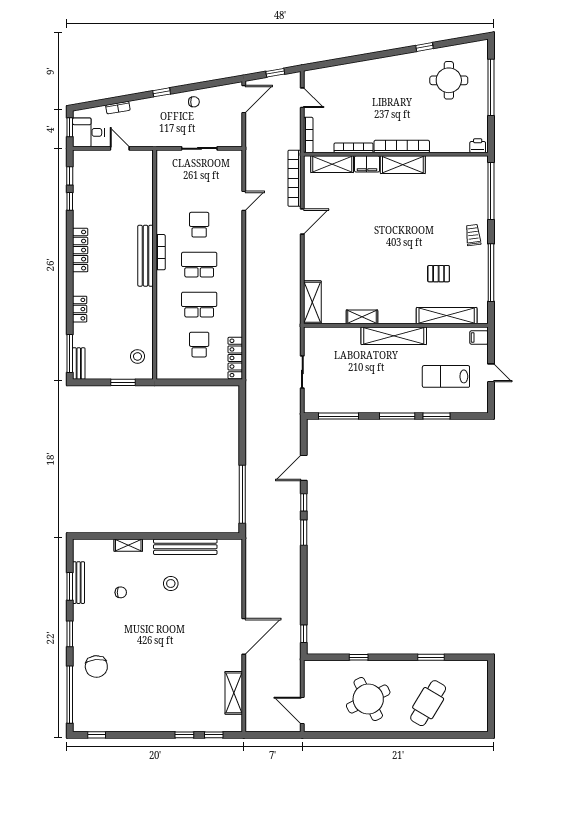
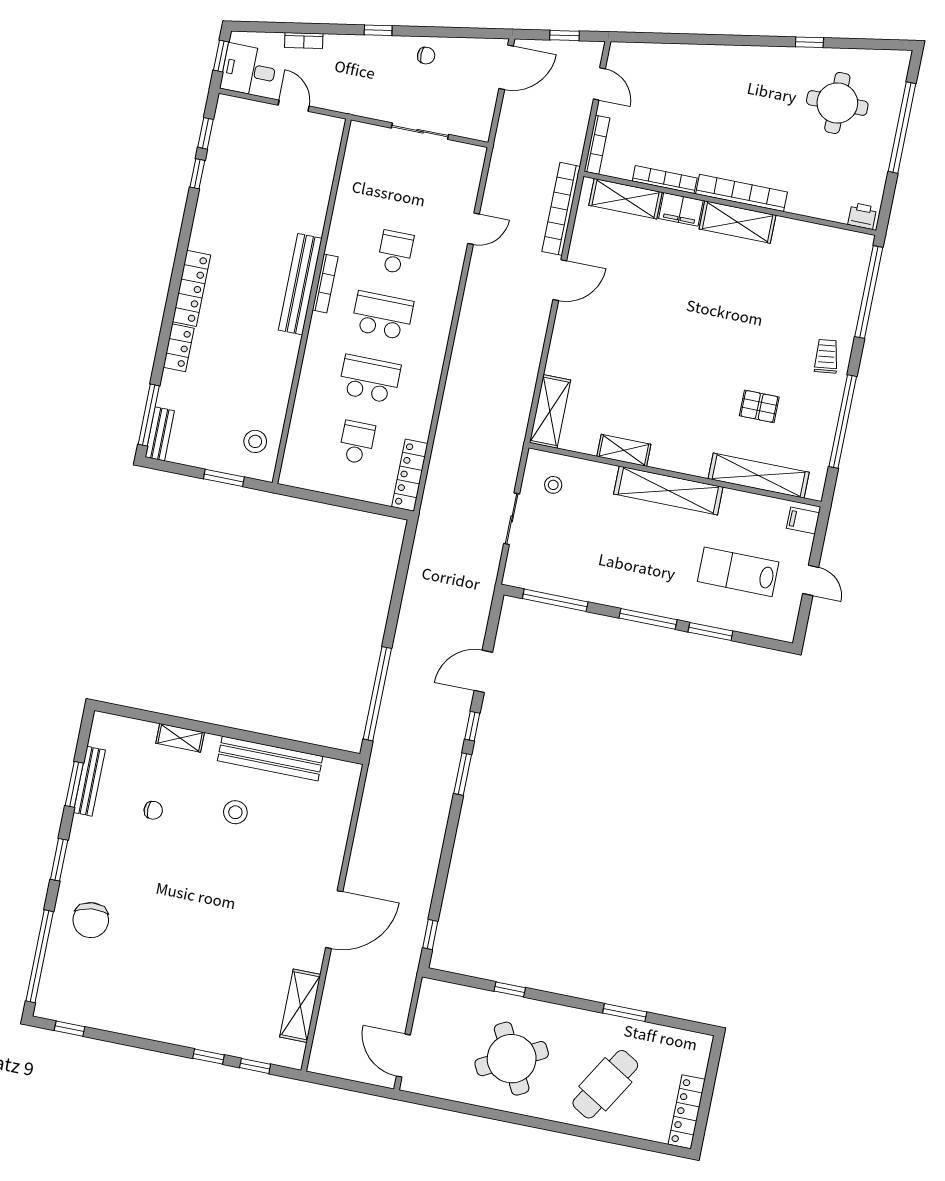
locker: (80, 250) -> (191, 288), moved
stool: (323, 346) -> (553, 485), added
locker: (481, 710) -> (687, 1112), added

